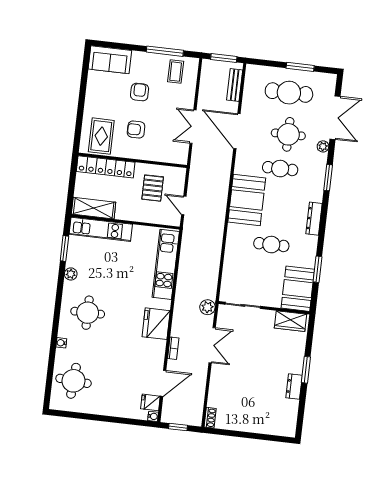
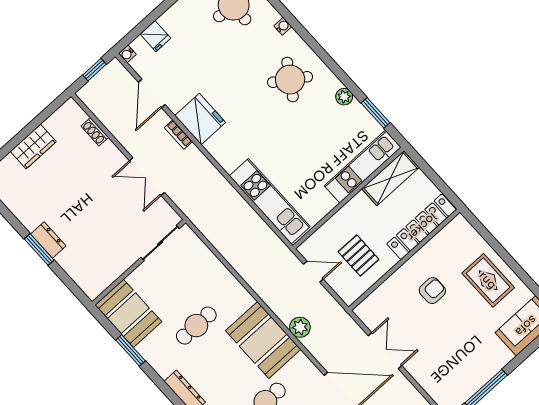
coffee table: (176, 72) -> (456, 382), removed
armchair: (140, 92) -> (467, 327), removed
rug: (101, 136) -> (488, 280), moved
plant: (207, 307) -> (300, 327), moved
round table: (88, 313) -> (290, 80), turned 33
wardrobe: (290, 321) -> (33, 147), moved, turned 180
fridge: (156, 324) -> (200, 119), moved
dresser: (294, 387) -> (48, 240), moved
fridge: (150, 402) -> (155, 36), moved, turned 90
shoe rack: (210, 418) -> (95, 132), moved

